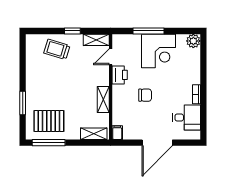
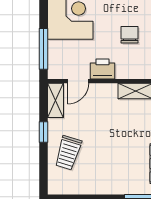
window: (148, 31) -> (44, 49), moved
door: (111, 57) -> (78, 81), hinge flipped

